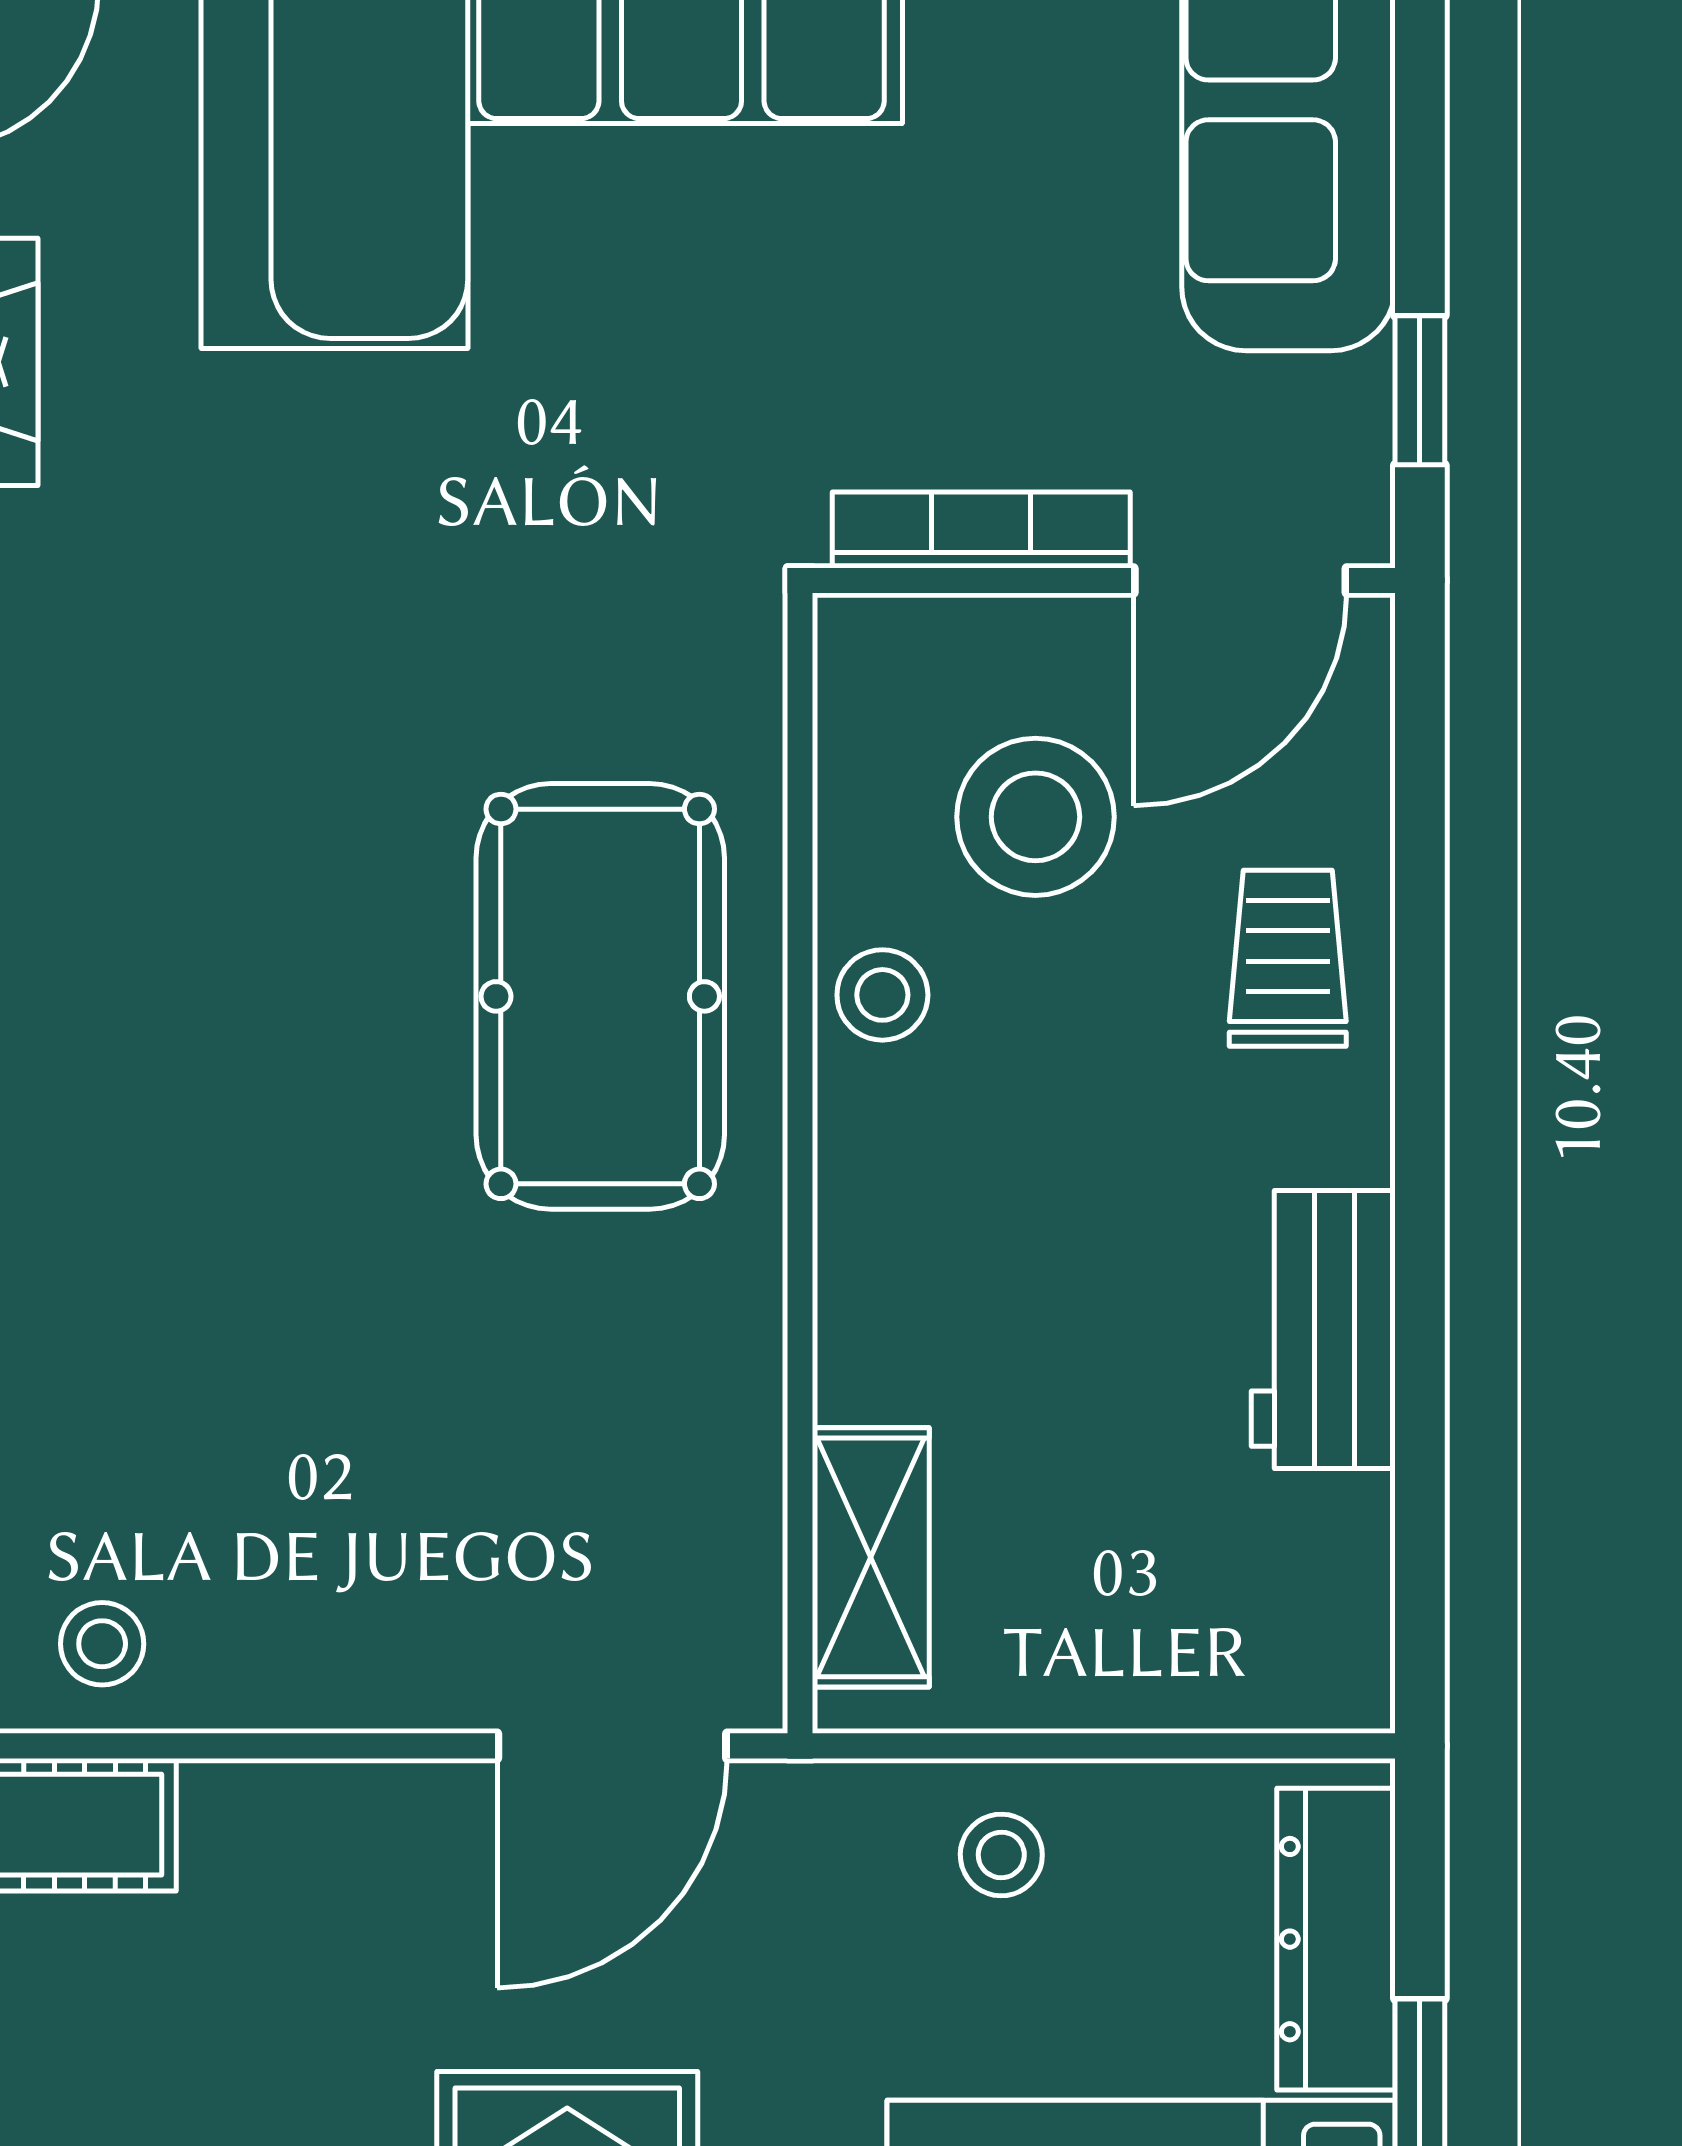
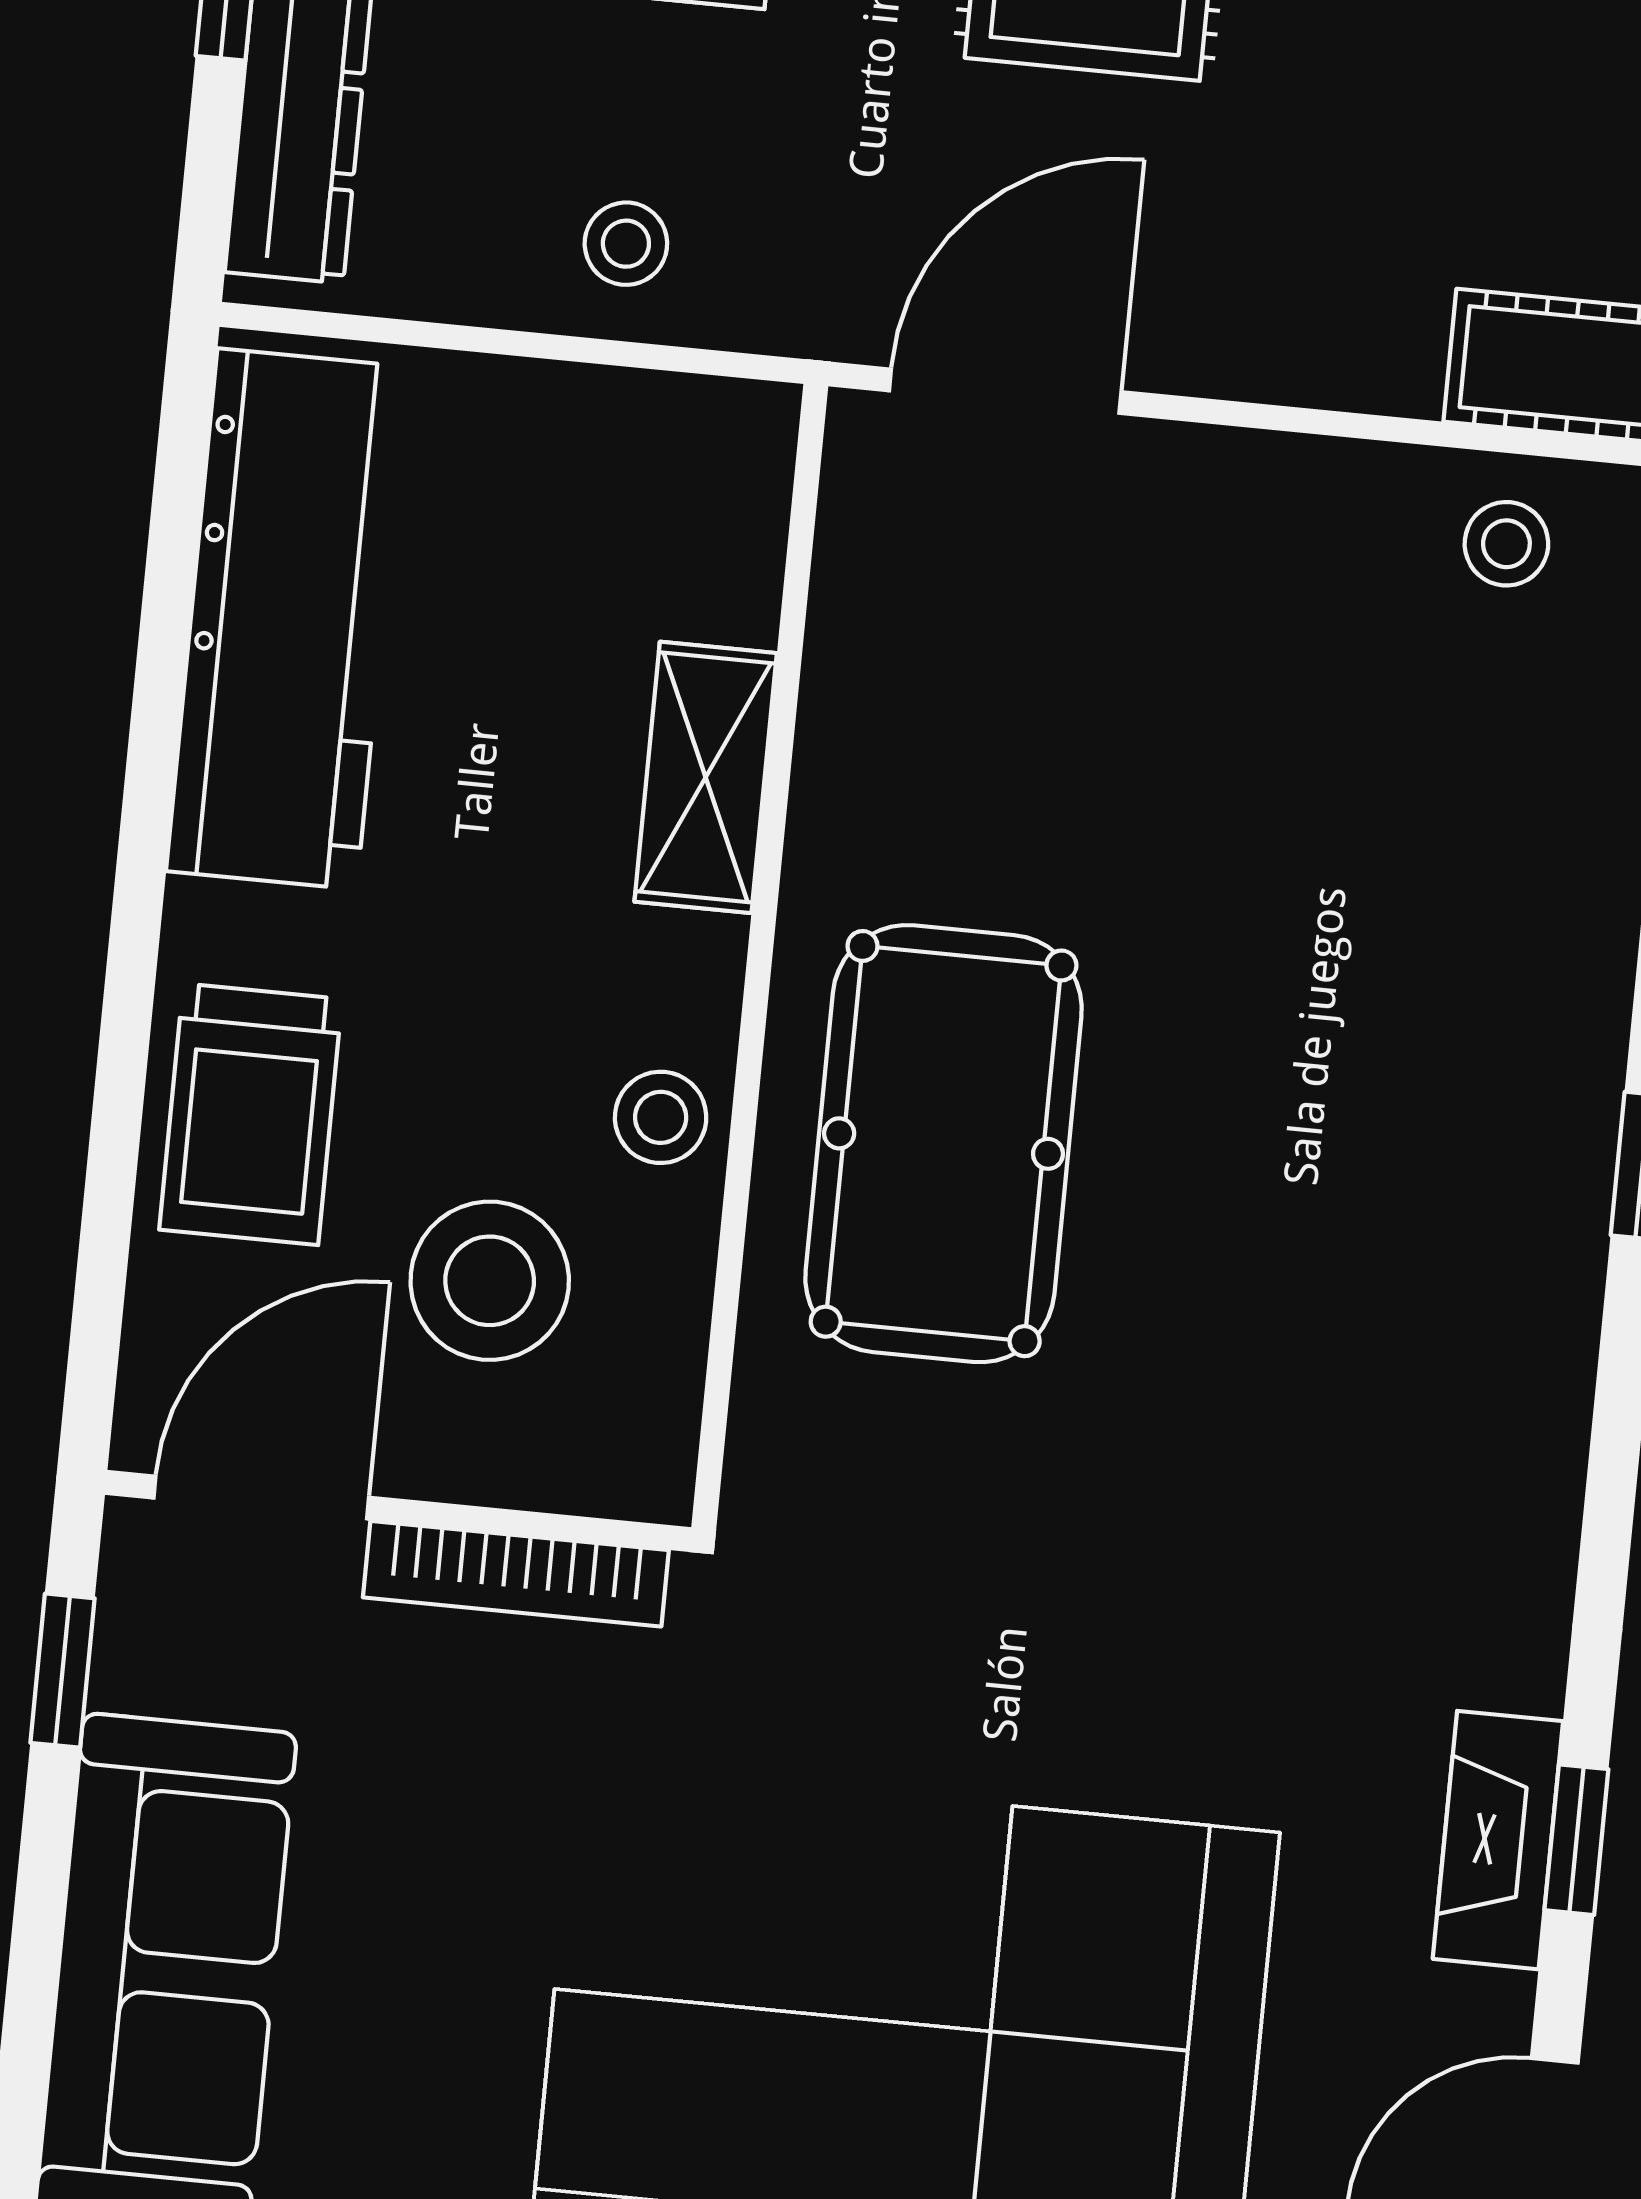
trolley: (1288, 958) -> (251, 1114), width x1.36, depth x1.39
workbench: (1323, 1330) -> (287, 619), width x1.88, depth x1.32
shelving: (871, 1557) -> (706, 777), moved

